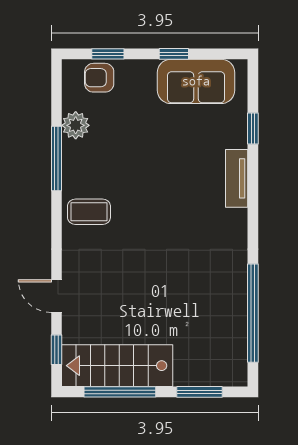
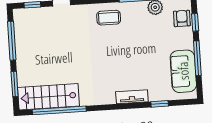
window: (174, 54) -> (197, 58), width x2.17
coffee table: (89, 212) -> (109, 18), turned 90
stairs: (117, 366) -> (49, 97), moved, turned -90

